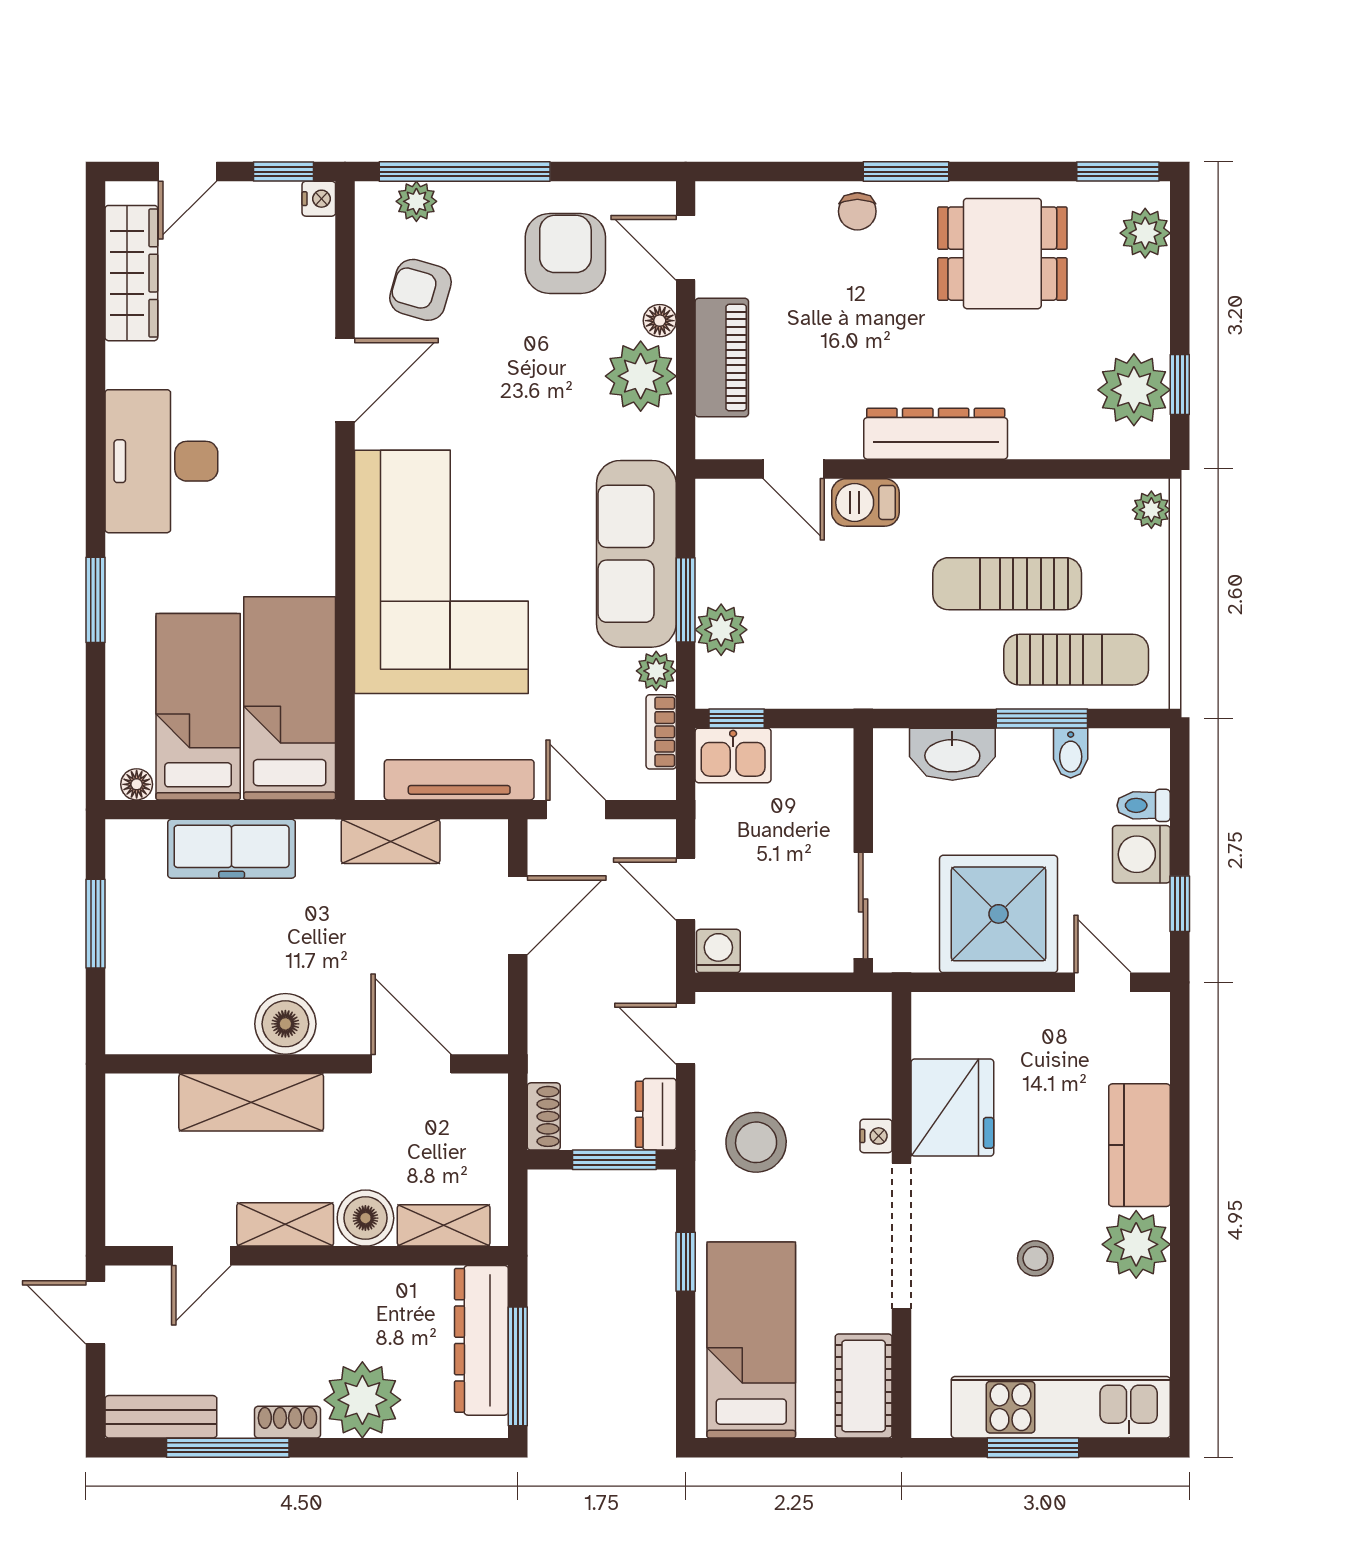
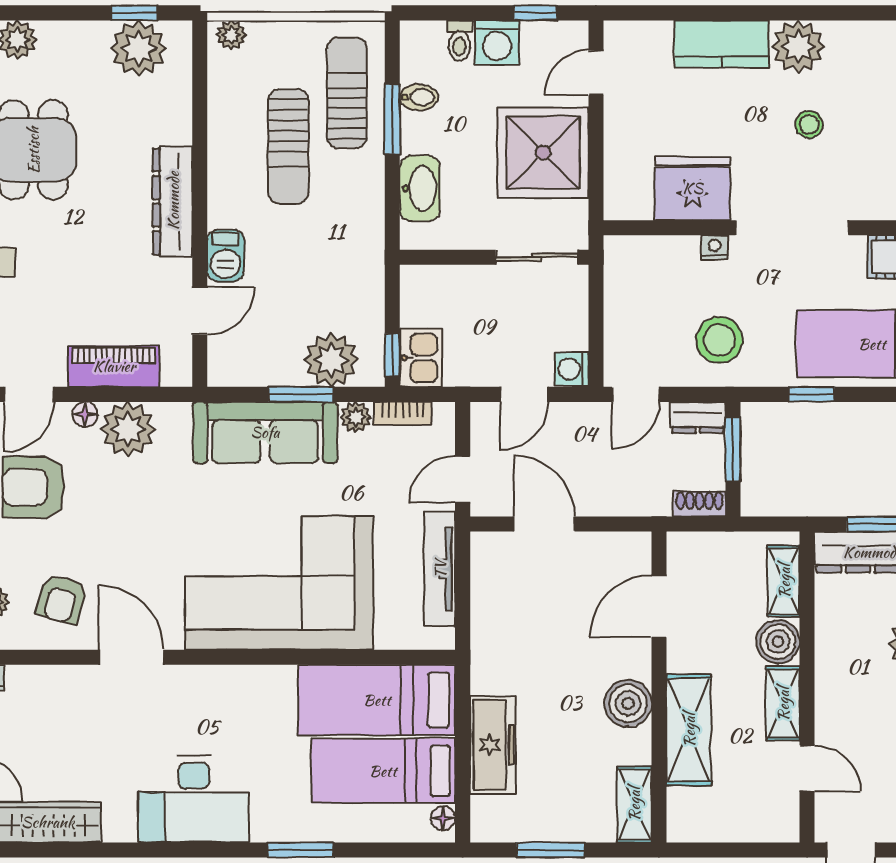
plant: (721, 630) -> (331, 360), width x1.36, depth x1.36
shelving: (391, 841) -> (634, 804), moved

